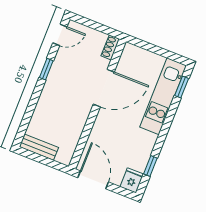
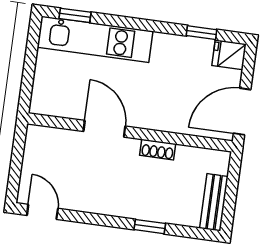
shoe rack: (110, 47) -> (158, 150), moved
window: (46, 69) -> (150, 227), moved
door: (104, 88) -> (104, 129), width x0.73

